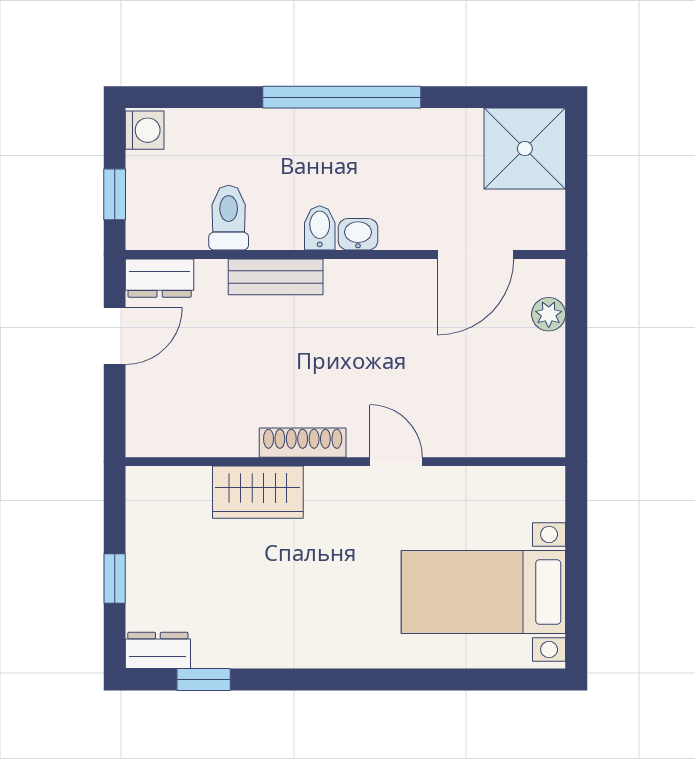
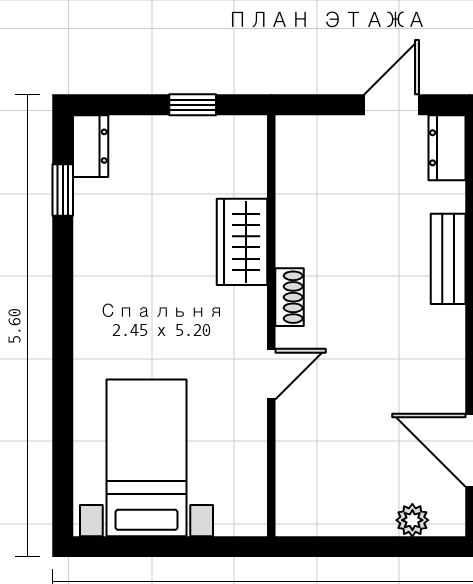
door: (115, 336) -> (392, 105), swing flipped
shoe rack: (303, 443) -> (290, 297), width x0.70
window: (115, 578) -> (193, 105), moved

